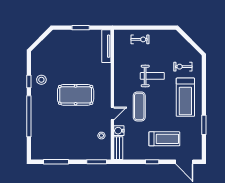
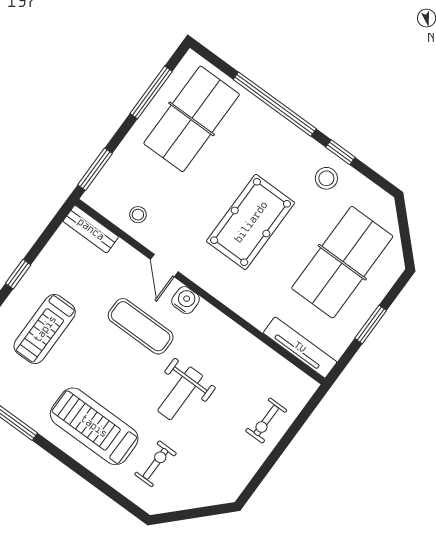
table tennis table: (66, 53) -> (342, 262), added
water cooler: (119, 131) -> (186, 300), moved
table tennis table: (55, 141) -> (192, 119), added

